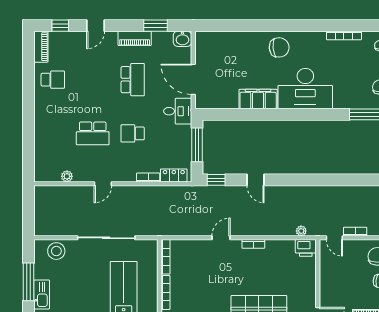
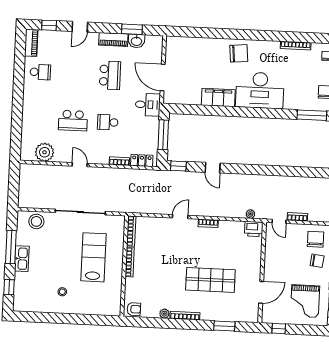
washbasin: (182, 39) -> (136, 41), moved
plant: (67, 176) -> (45, 152), width x1.87, depth x1.87
door: (103, 184) -> (80, 165), swing flipped

